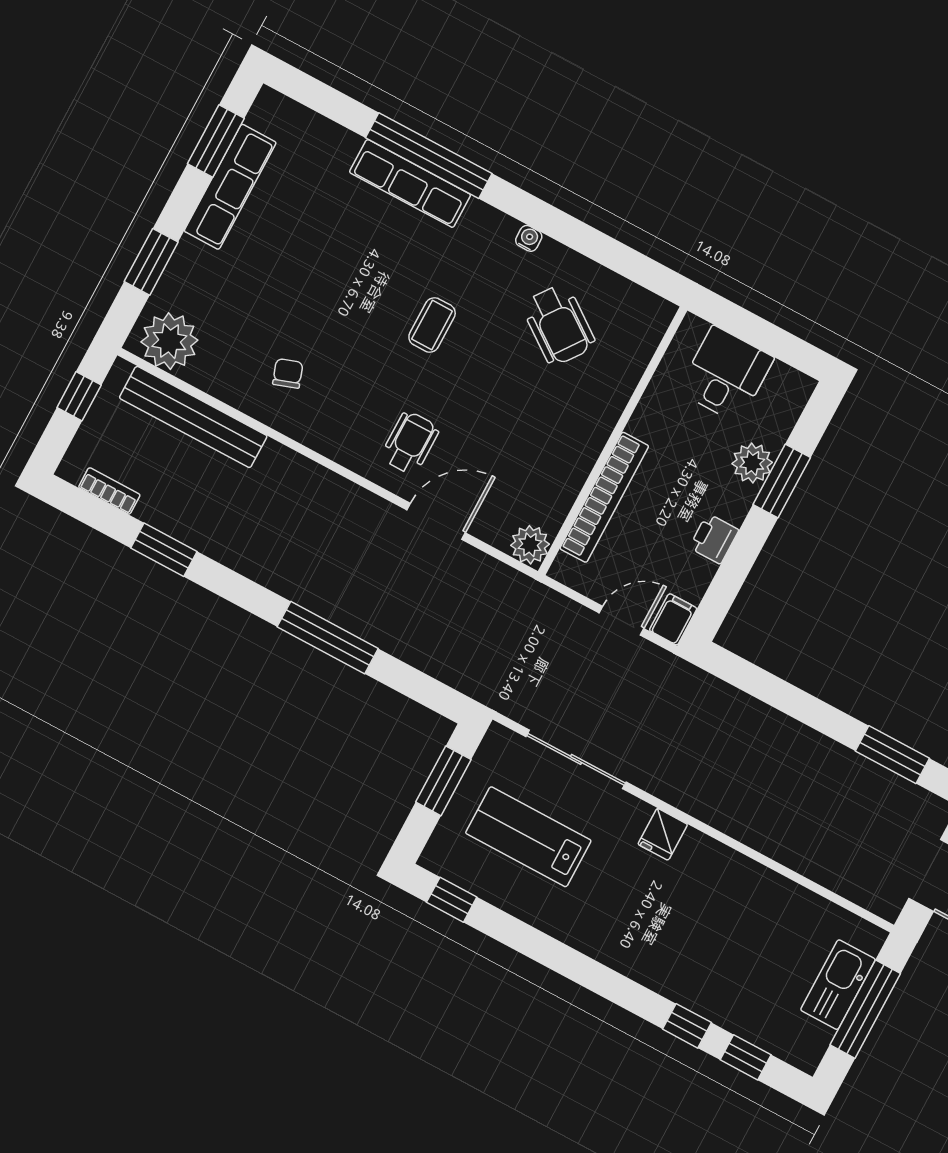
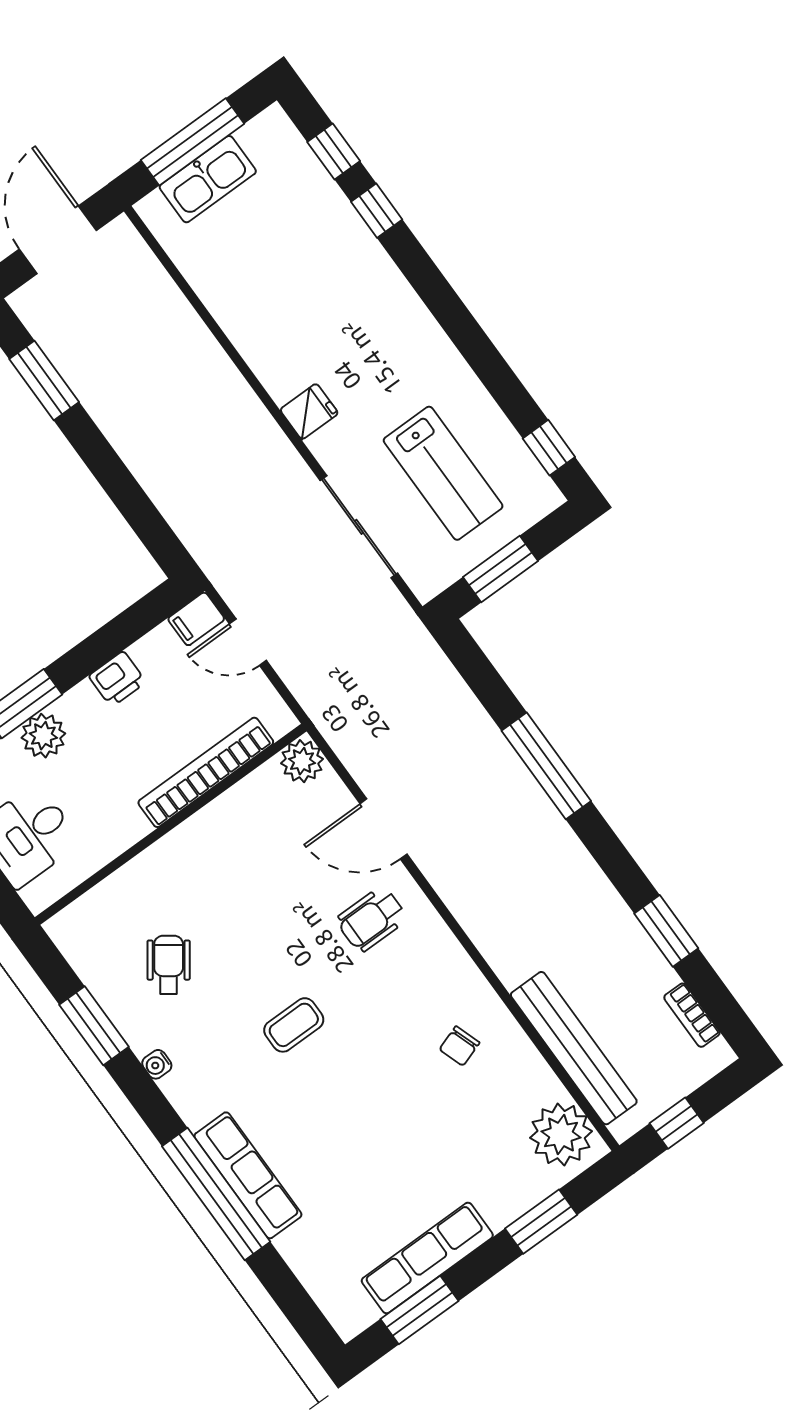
window: (596, 245) -> (94, 1026), added
wheelchair: (559, 325) -> (169, 965), width x0.73, depth x0.73

